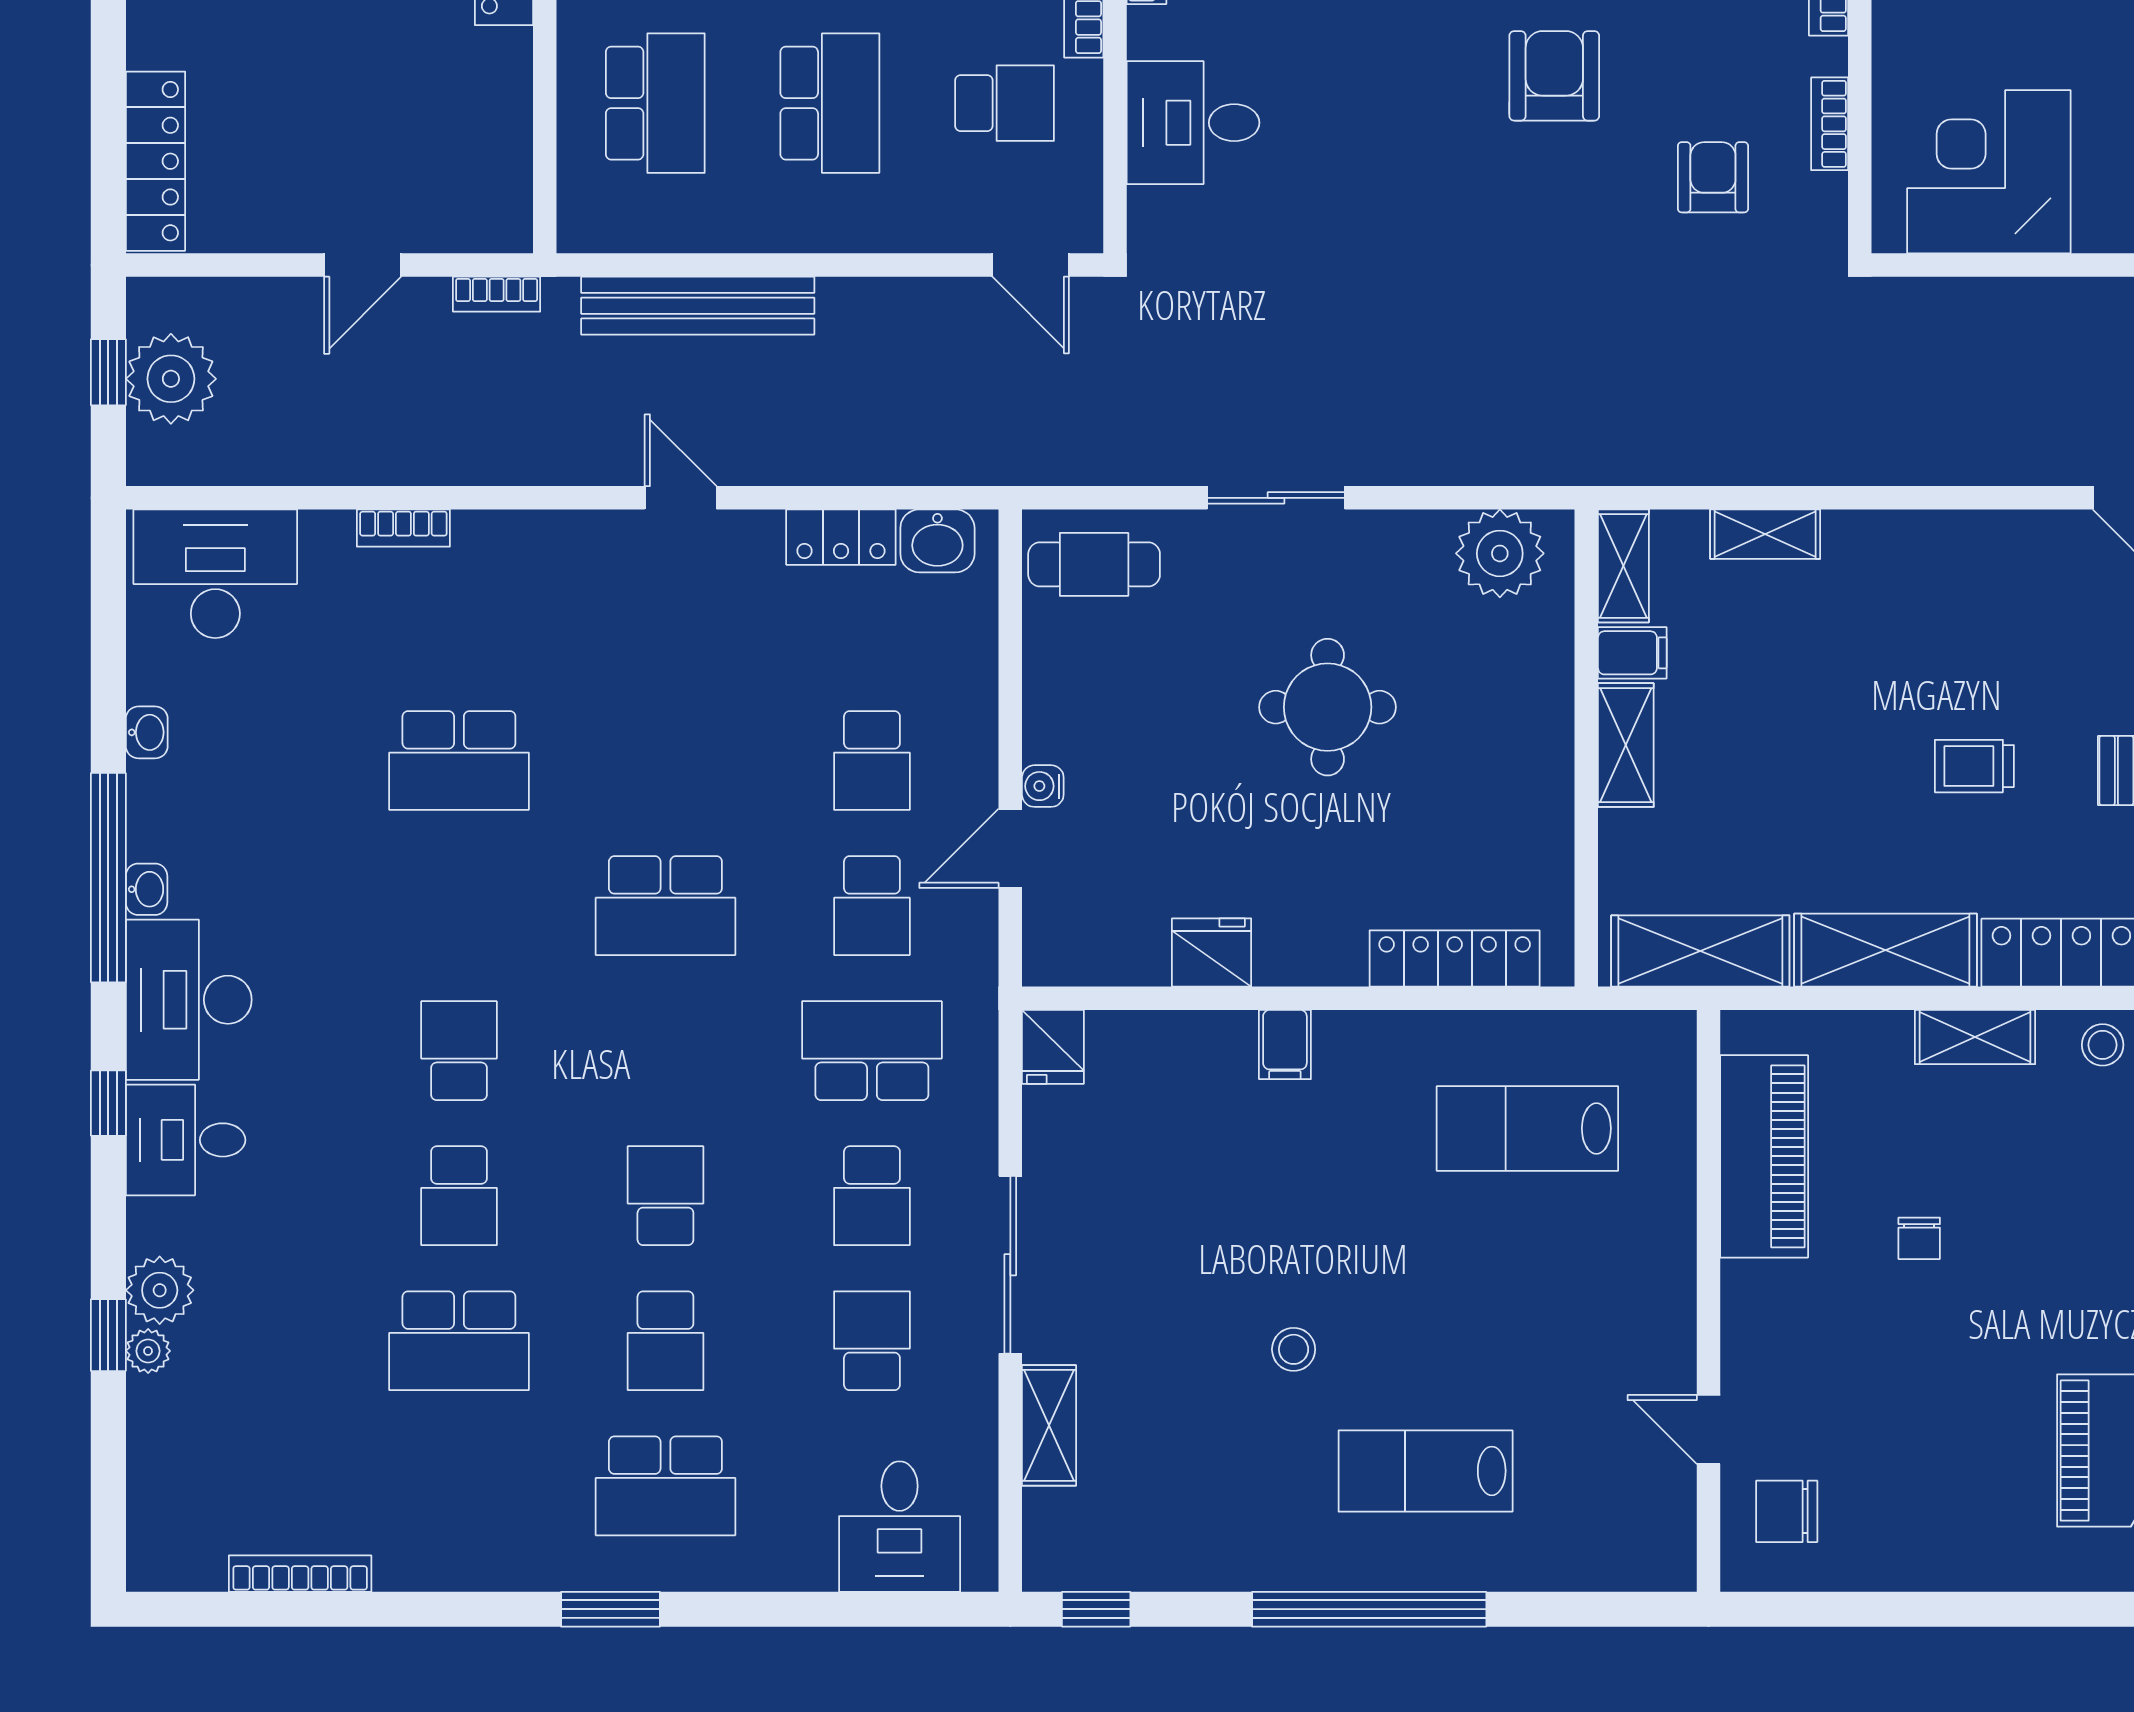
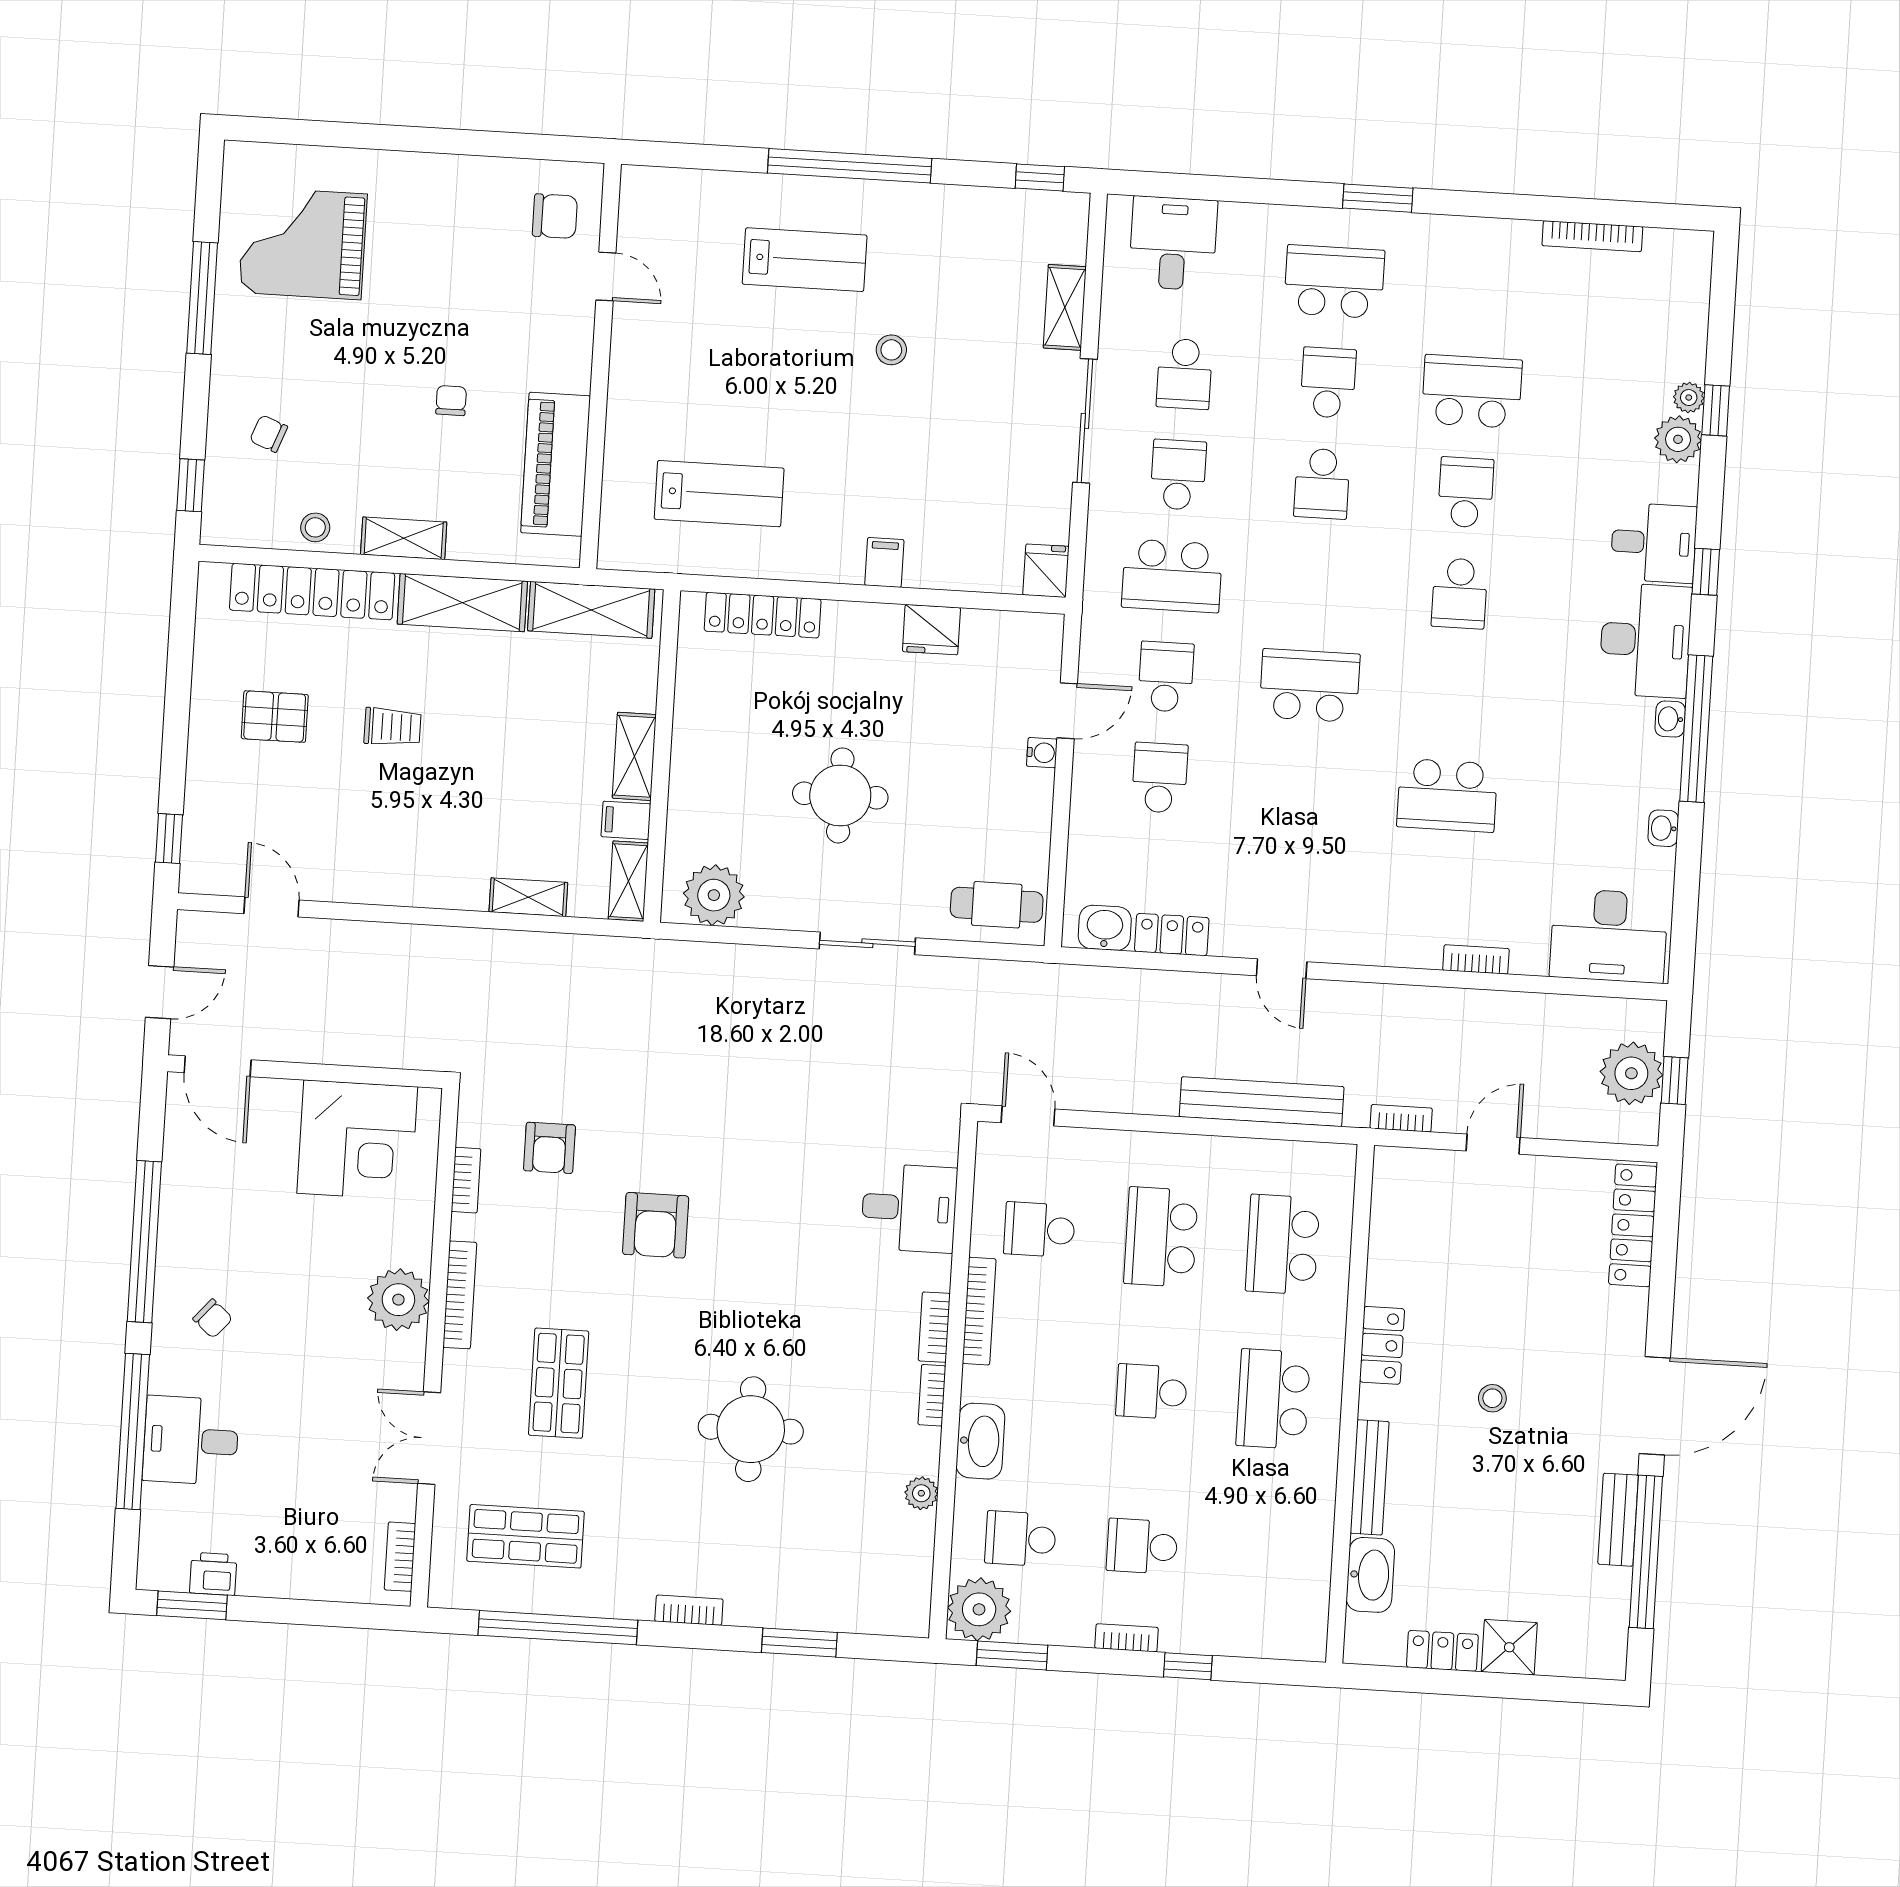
school desk: (459, 761) -> (1447, 795), turned 180

